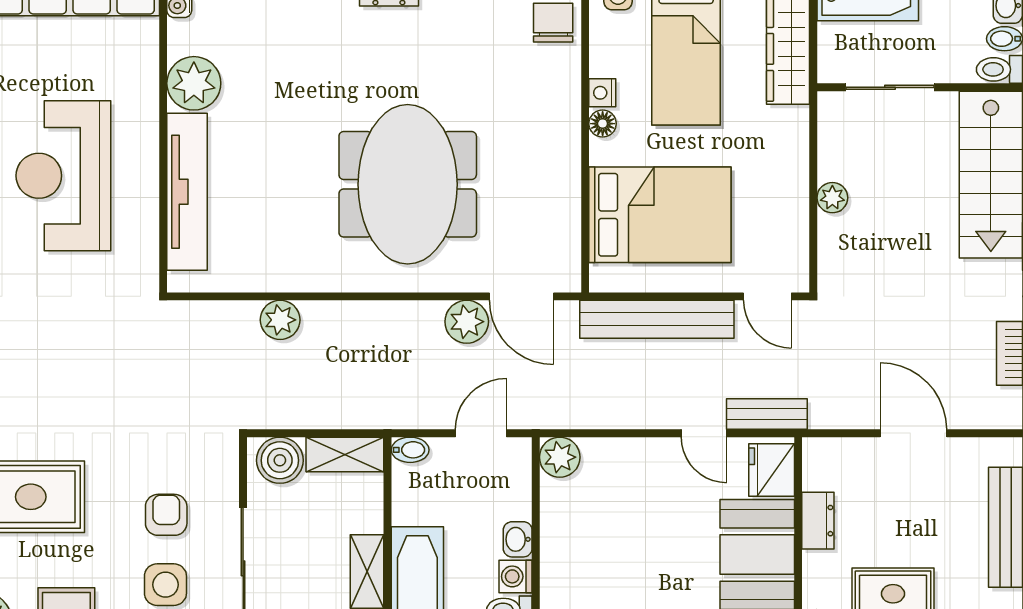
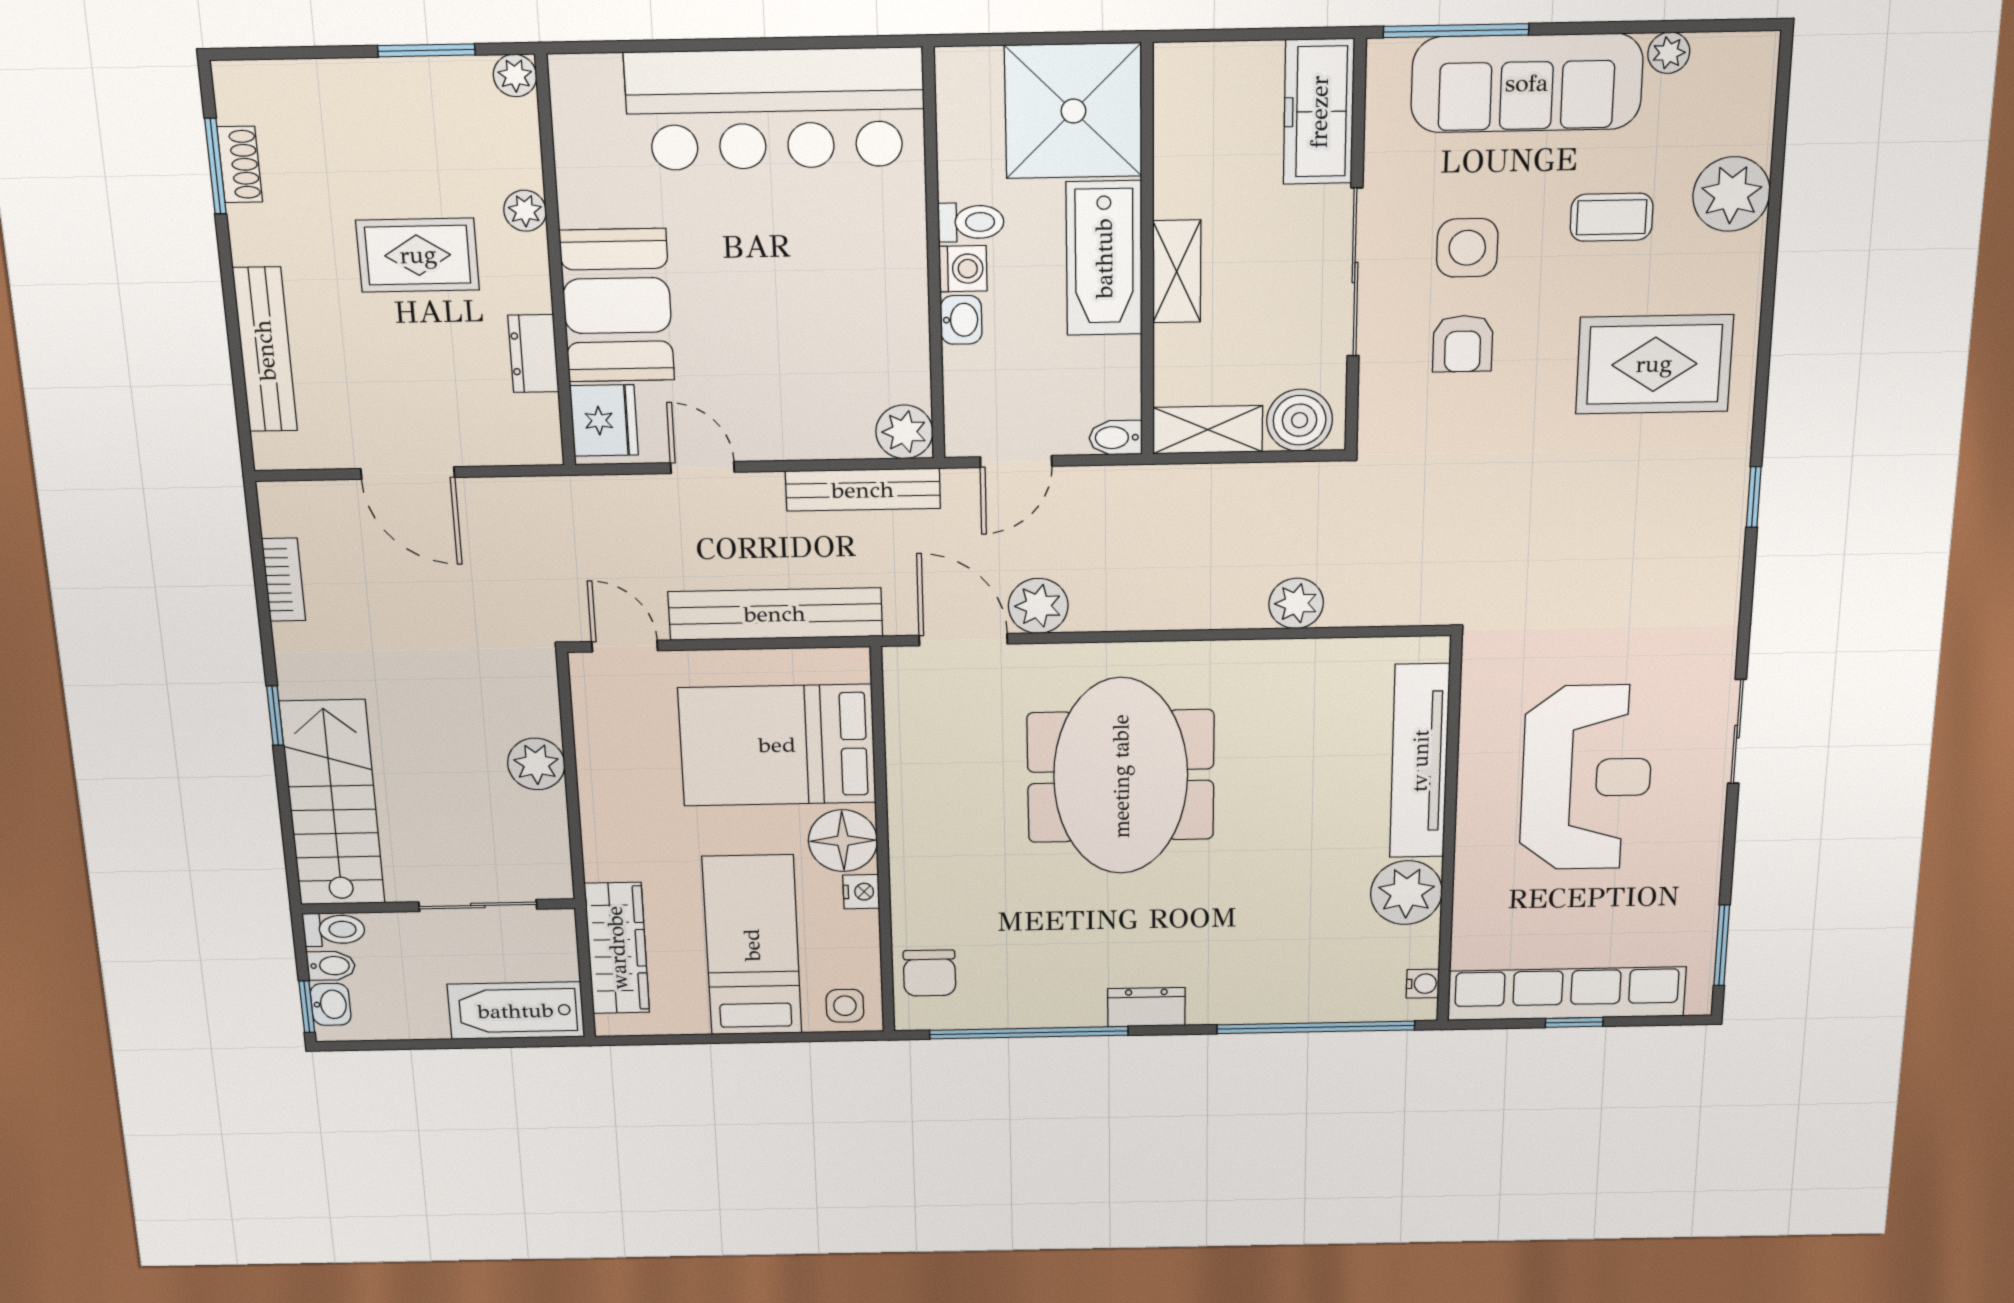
floor lamp: (603, 124) -> (843, 841), width x1.89, depth x1.89
plant: (832, 198) -> (536, 764), width x1.38, depth x1.38
bench: (767, 414) -> (863, 490), moved, width x1.36

